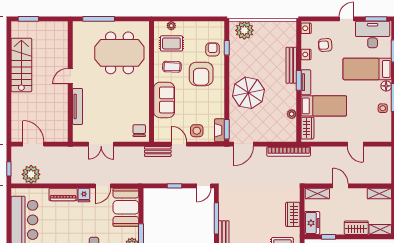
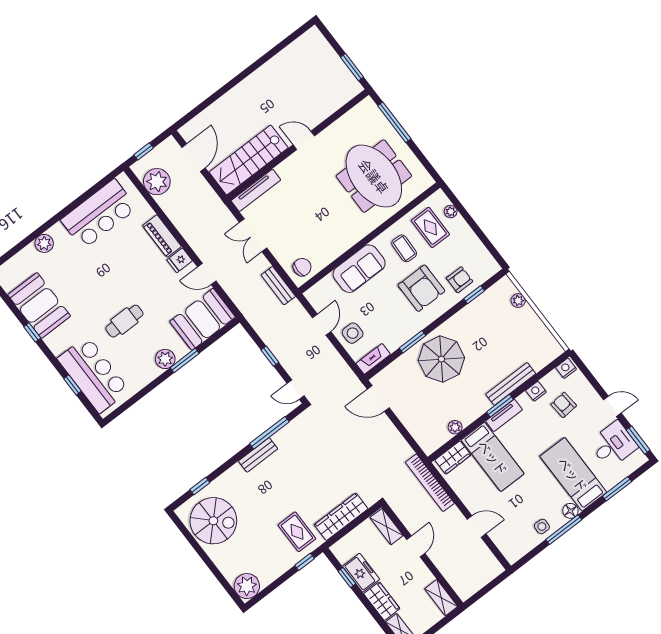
window: (28, 19) -> (352, 67), moved
plant: (244, 30) -> (518, 301), width x0.53, depth x0.53
desk: (373, 35) -> (613, 445), width x0.73
stairs: (21, 65) -> (249, 160), moved, turned 180
armchair: (201, 74) -> (421, 288), turned -90
tv unit: (78, 106) -> (256, 190), moved
window: (227, 129) -> (413, 342), moved
door: (355, 144) -> (477, 526), swing flipped
bench: (158, 151) -> (278, 286), moved
bookcase: (289, 151) -> (430, 483), moved
wardrobe: (293, 214) -> (341, 517), width x1.50
freezer: (312, 223) -> (361, 573), moved, turned -90

